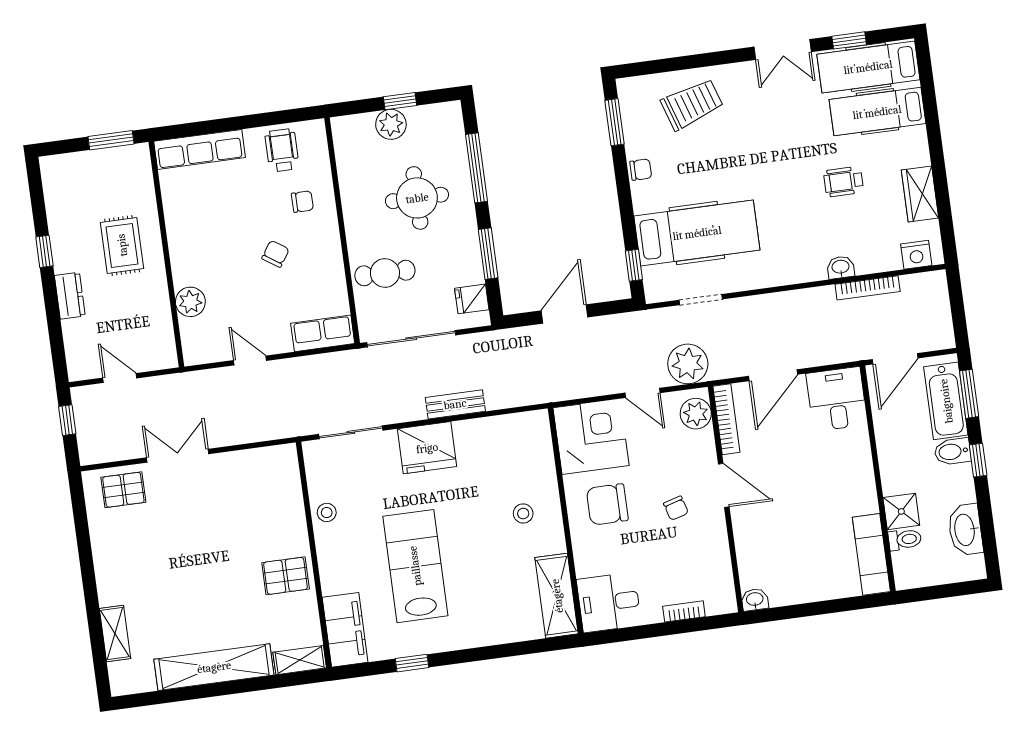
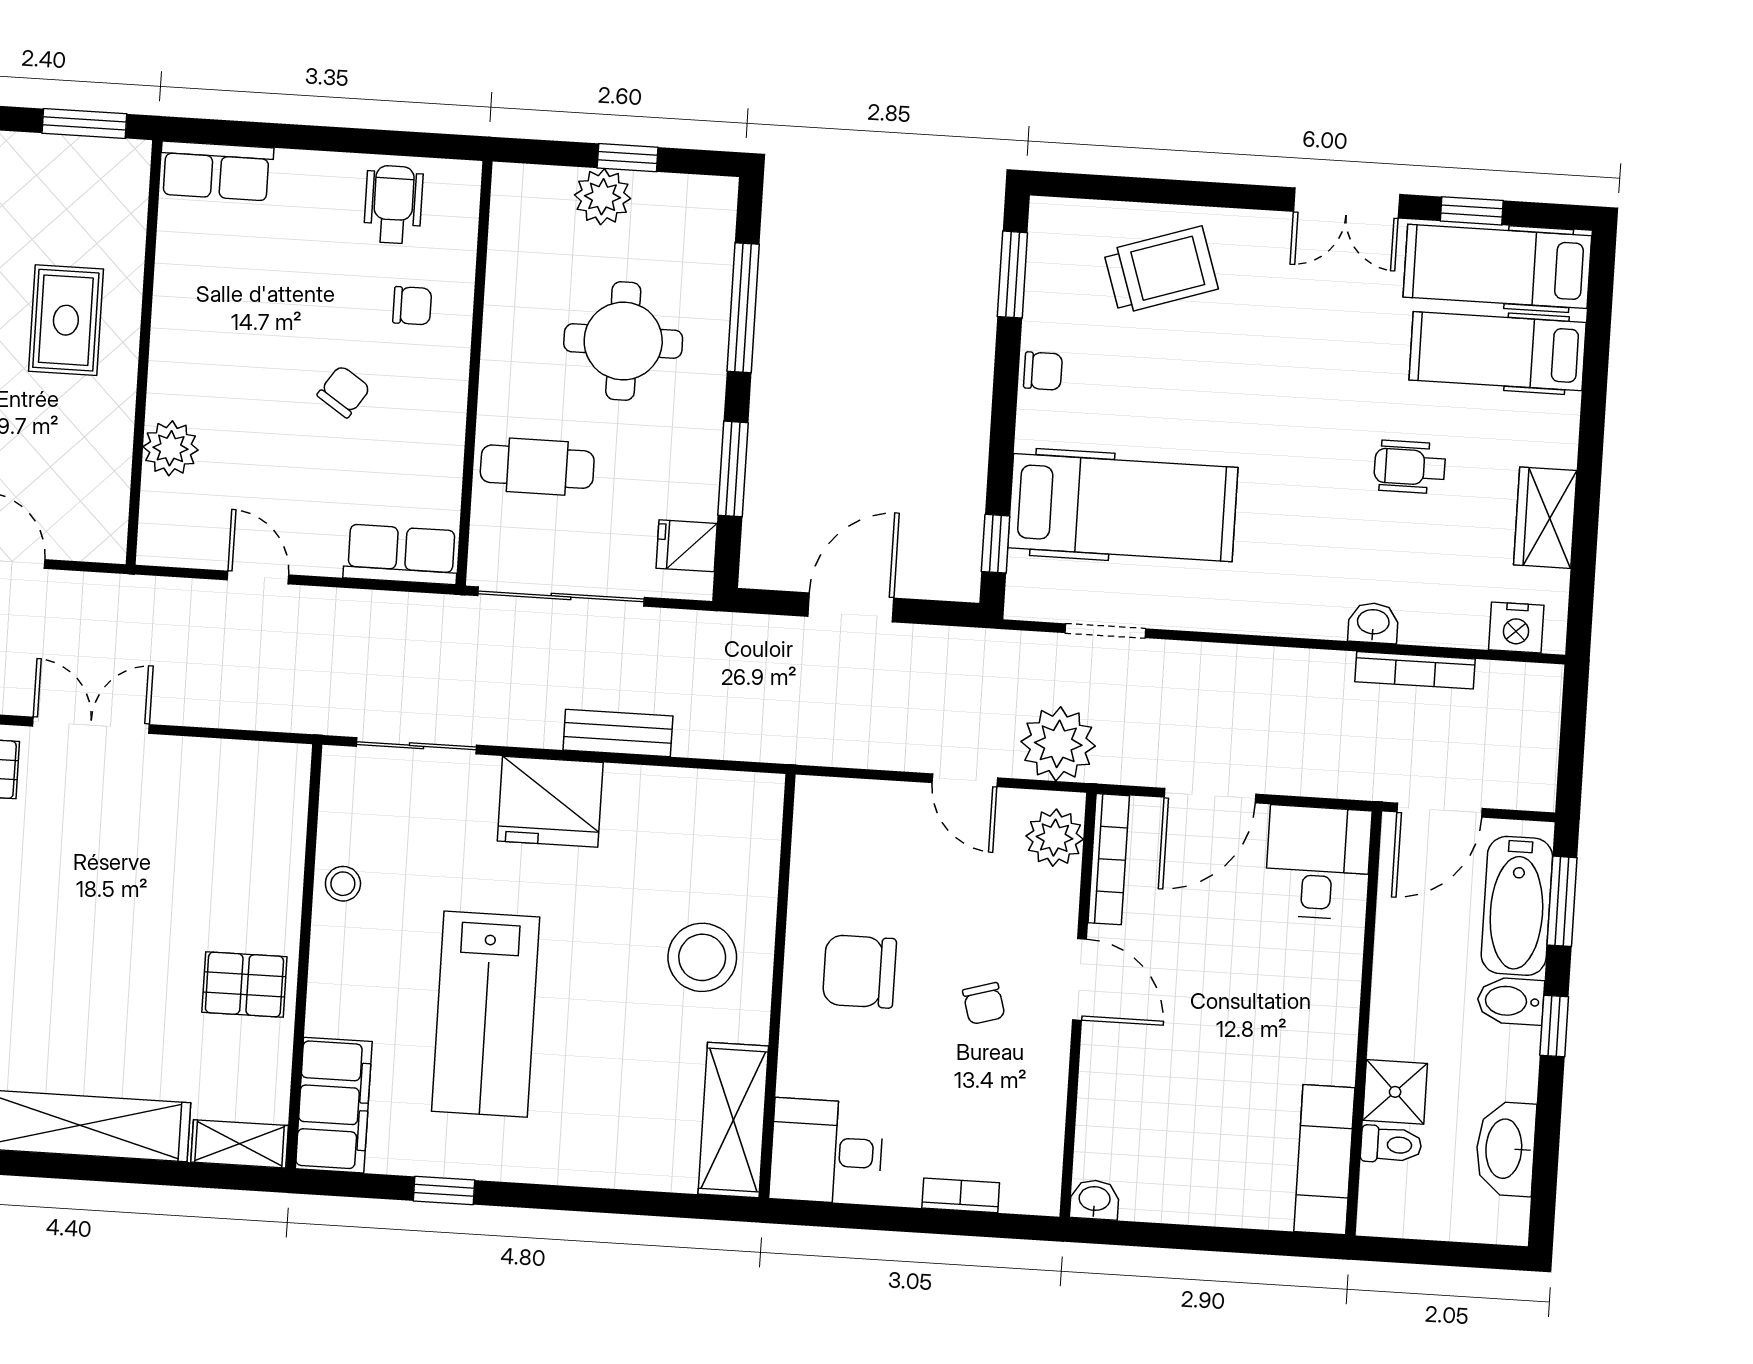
row of seats: (200, 149) -> (216, 171), width x0.68
corner desk: (591, 437) -> (854, 841), removed
stool: (523, 513) -> (702, 957), width x1.89, depth x1.89
lab bench: (415, 566) -> (486, 1014), turned 180

